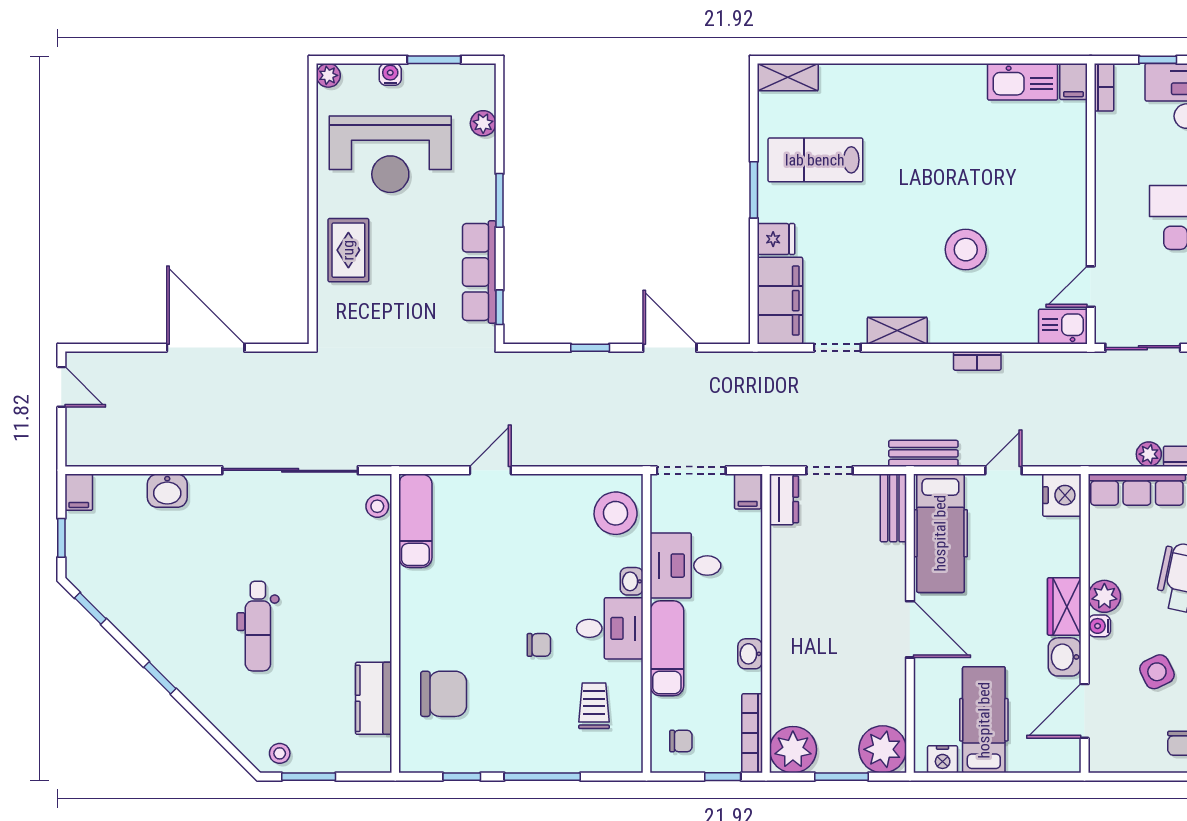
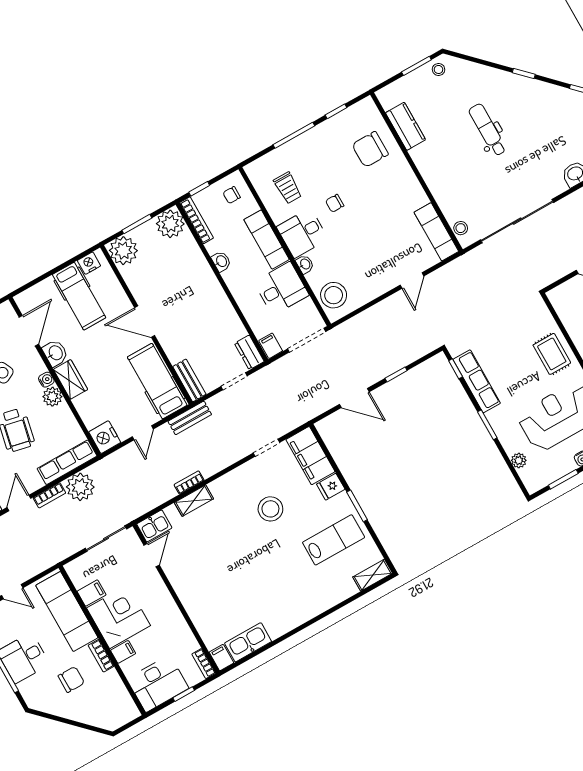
stool: (966, 250) -> (270, 509), moved
shelving: (897, 331) -> (194, 501), moved
plant: (1149, 454) -> (80, 487), width x1.87, depth x1.87

